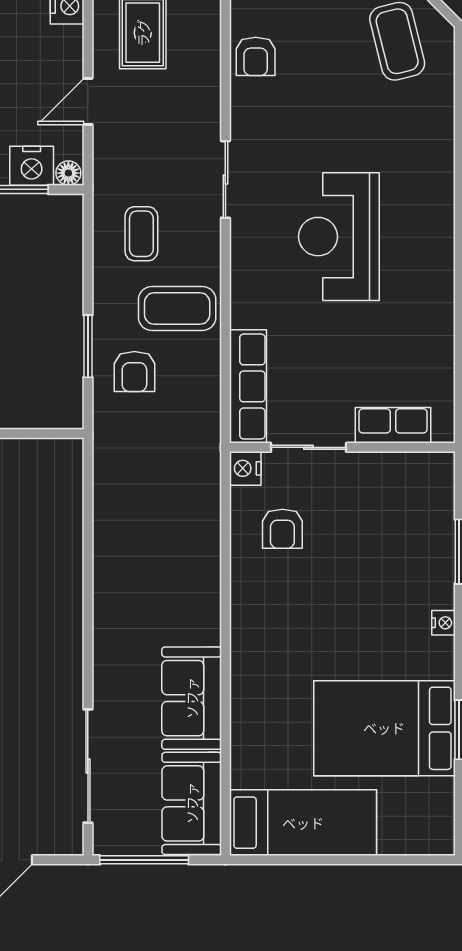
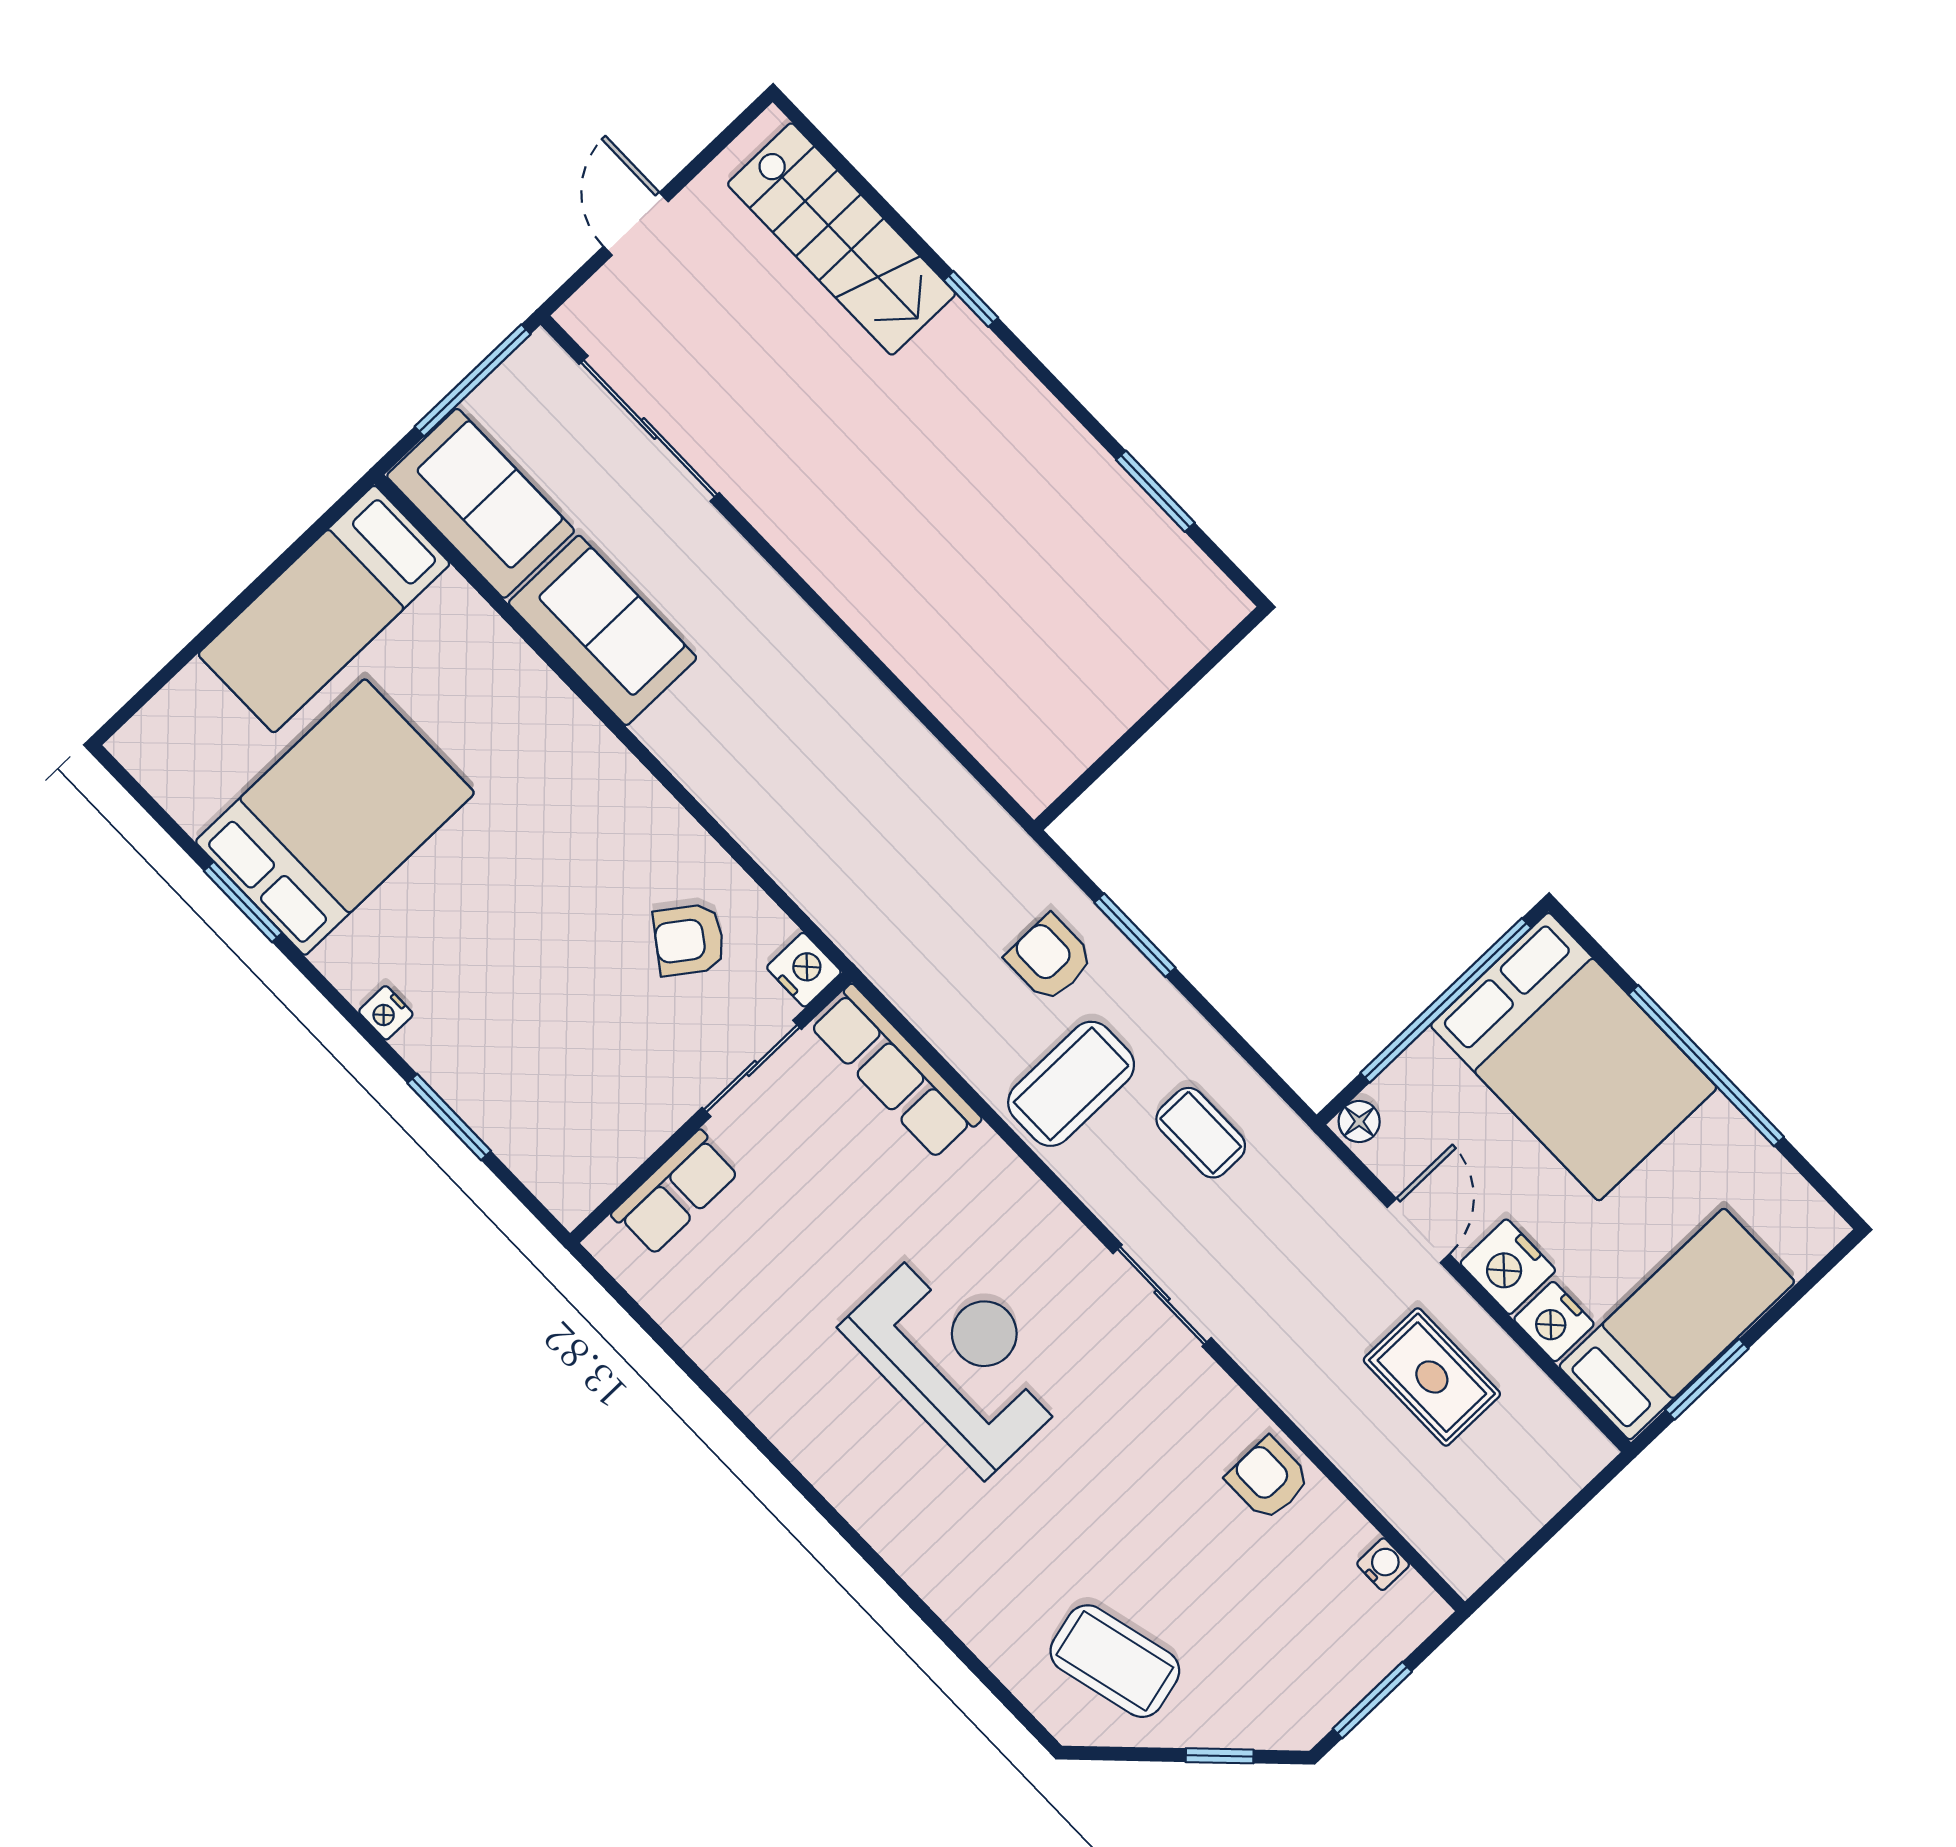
nightstand: (32, 166) -> (1508, 1267), moved, turned -90
armchair: (282, 529) -> (689, 940), turned -54

